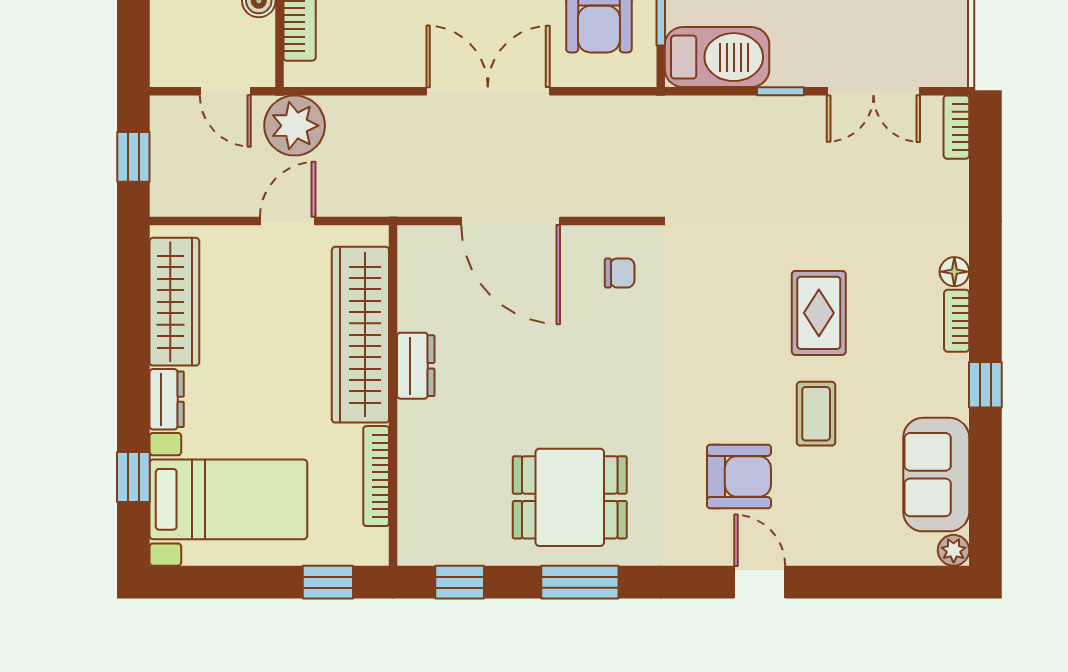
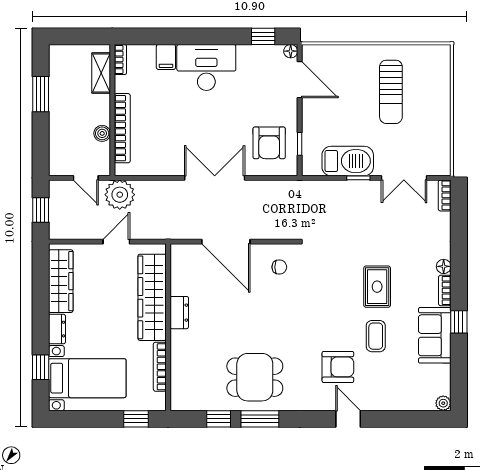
barbecue: (717, 57) -> (348, 161), moved
sofa: (936, 475) -> (435, 335), moved
window: (460, 582) -> (219, 419), moved

